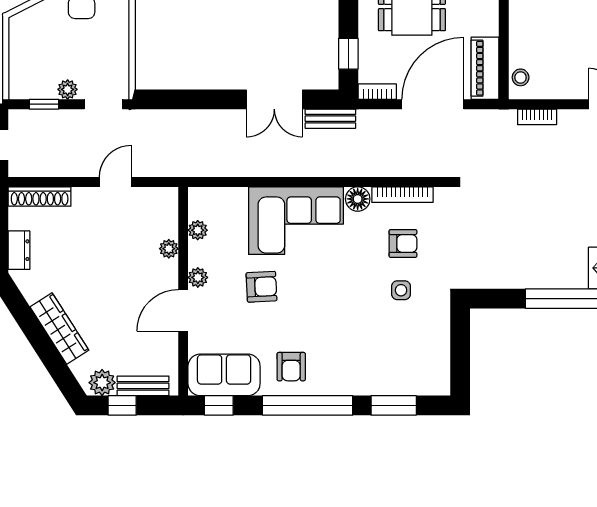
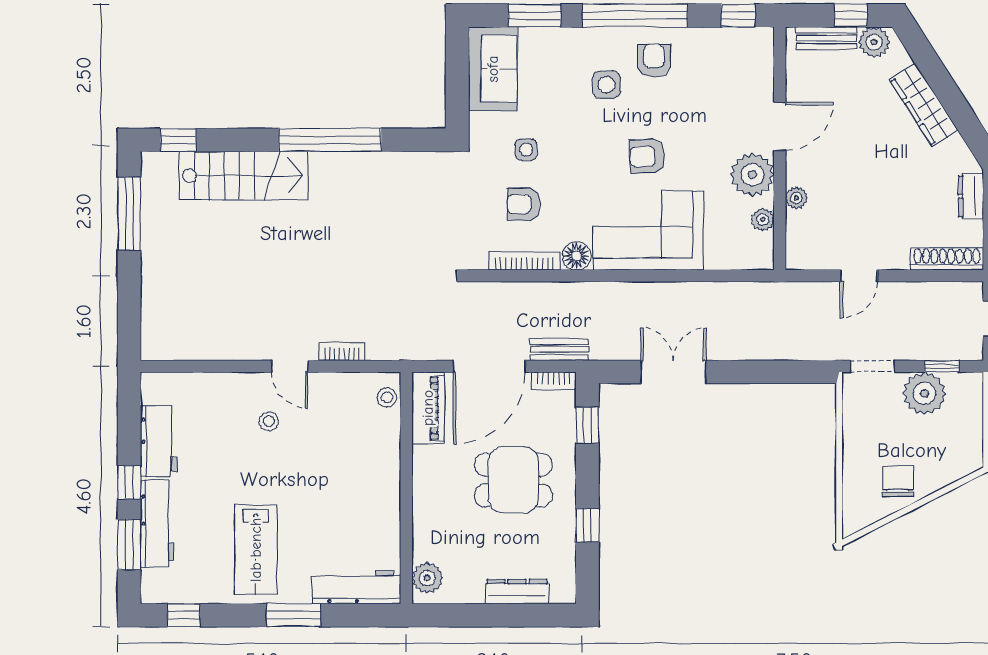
plant: (68, 89) -> (924, 393), width x1.87, depth x1.87
bookcase: (537, 117) -> (342, 352), moved
bench: (330, 119) -> (559, 349), moved
plant: (198, 277) -> (752, 175), width x1.87, depth x1.87
armchair: (262, 287) -> (647, 156), moved
side table: (332, 346) -> (606, 85), added
sofa: (224, 375) -> (493, 69), moved, turned -90

